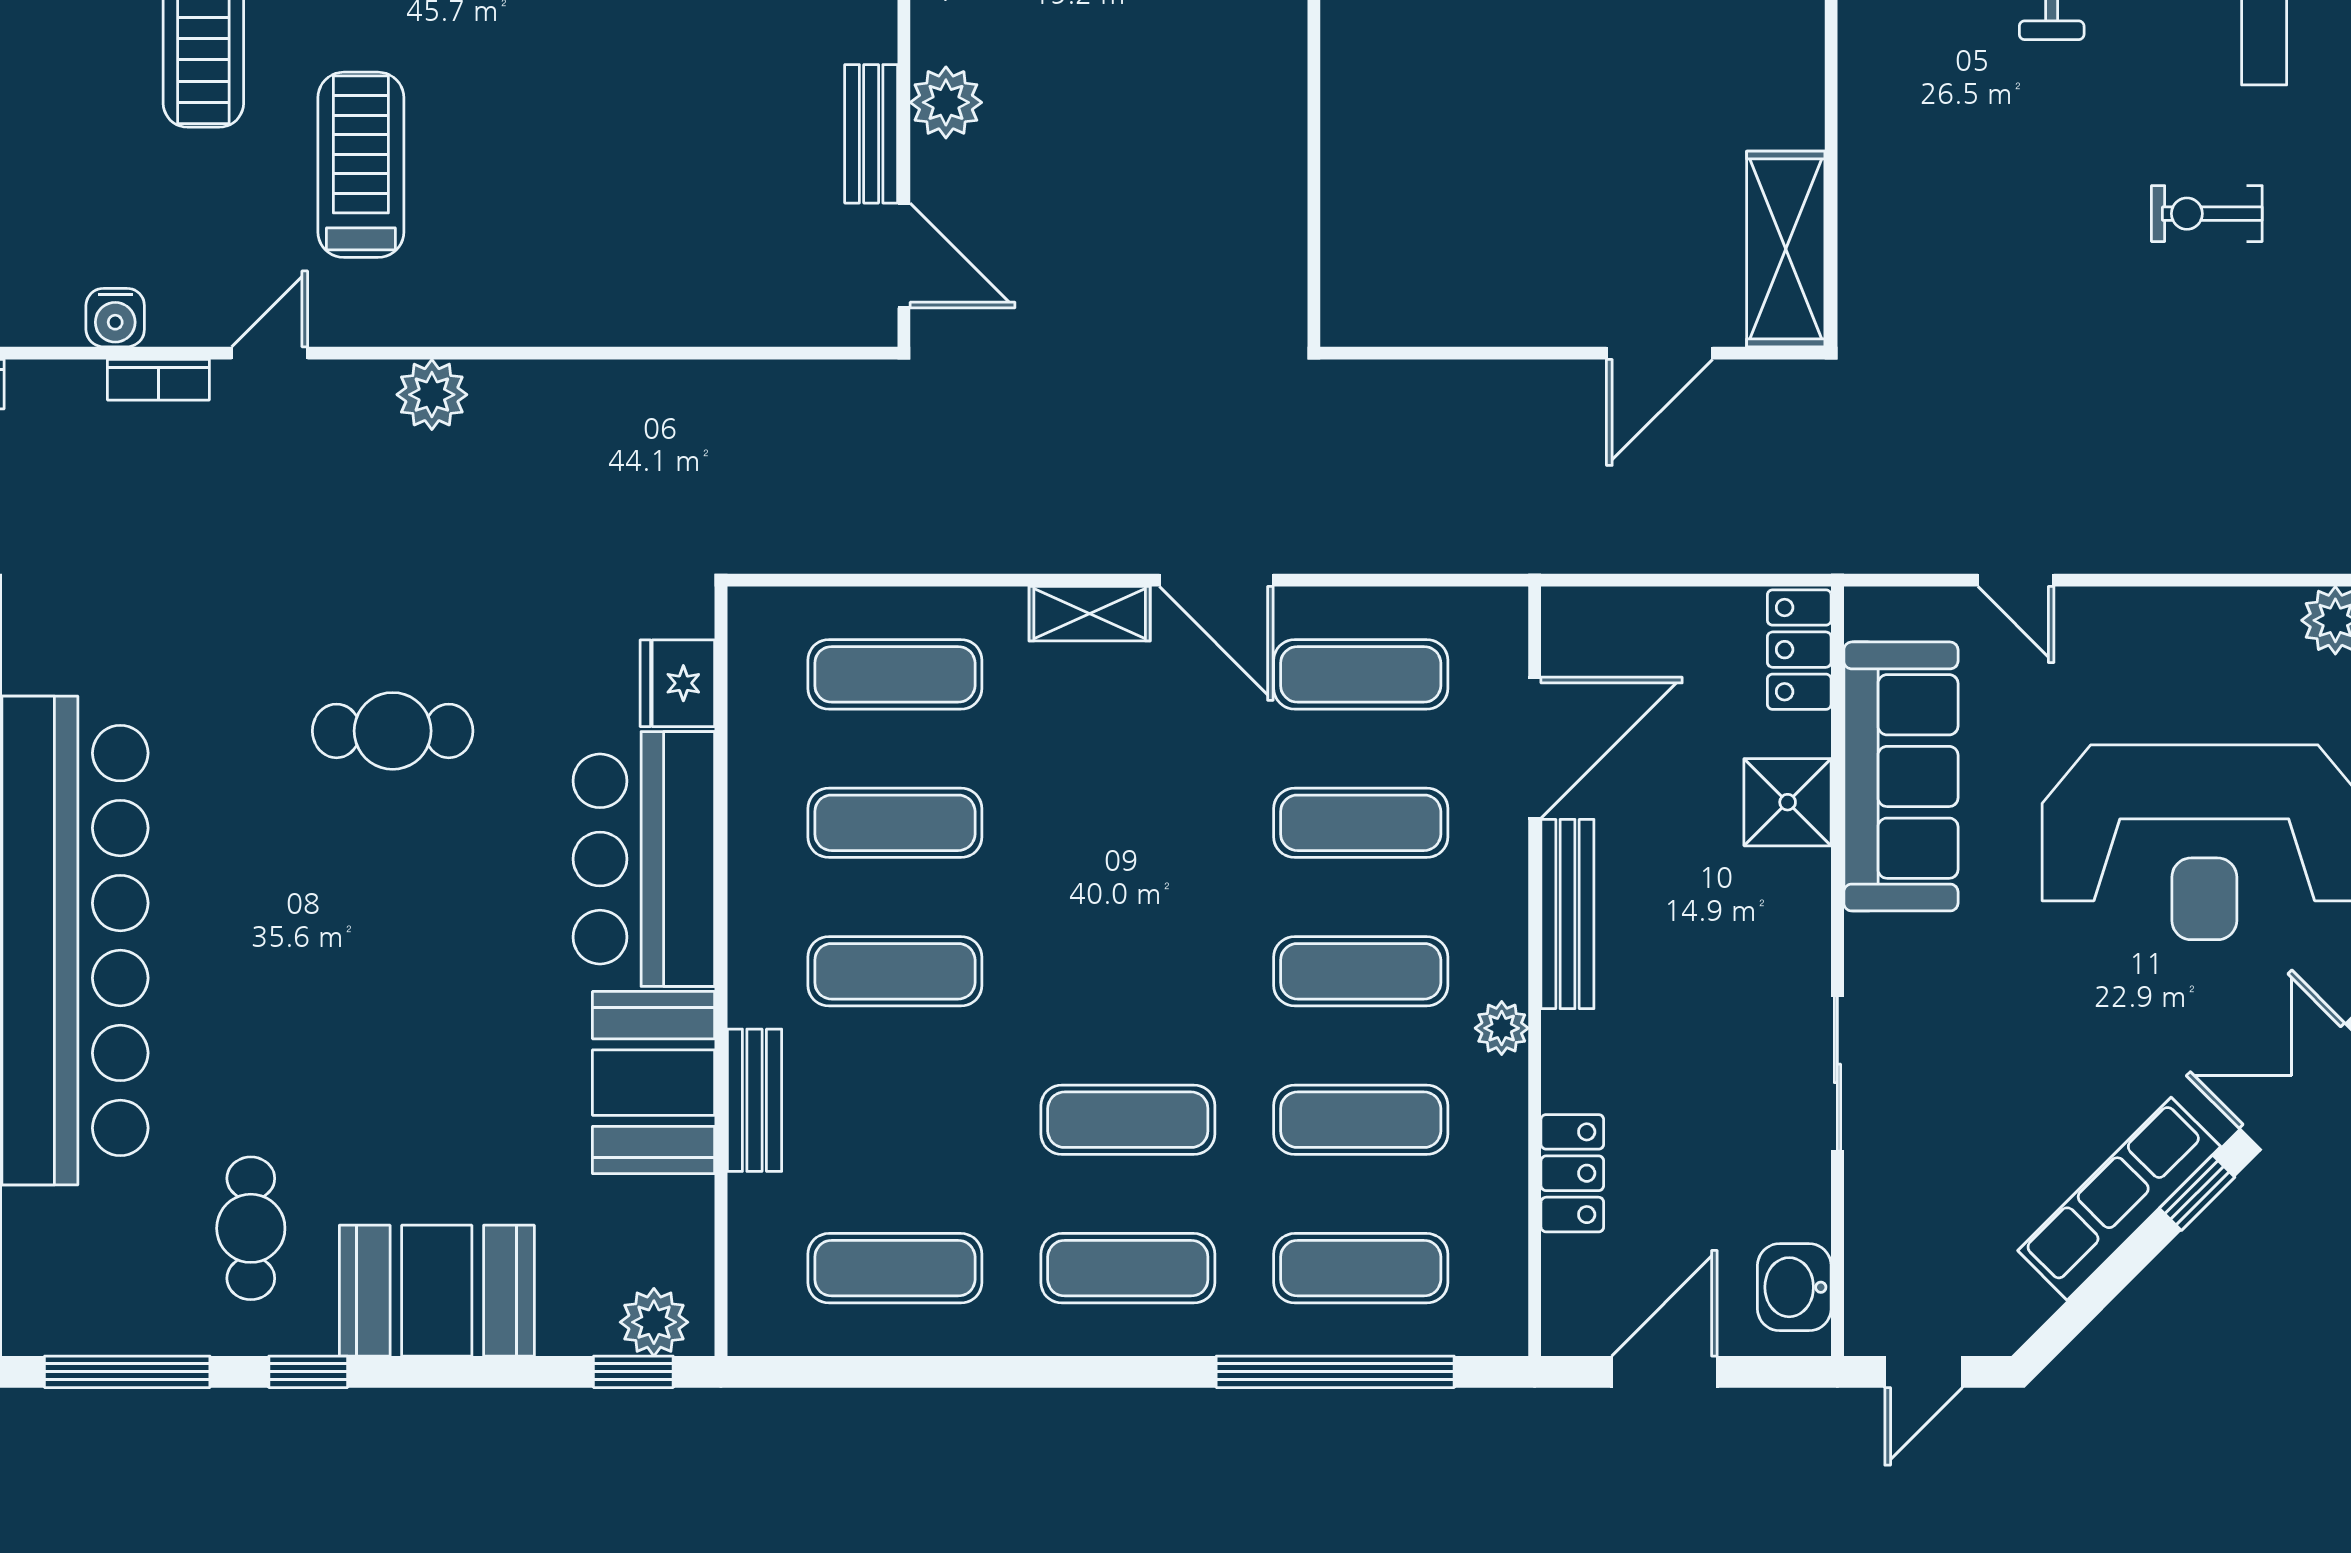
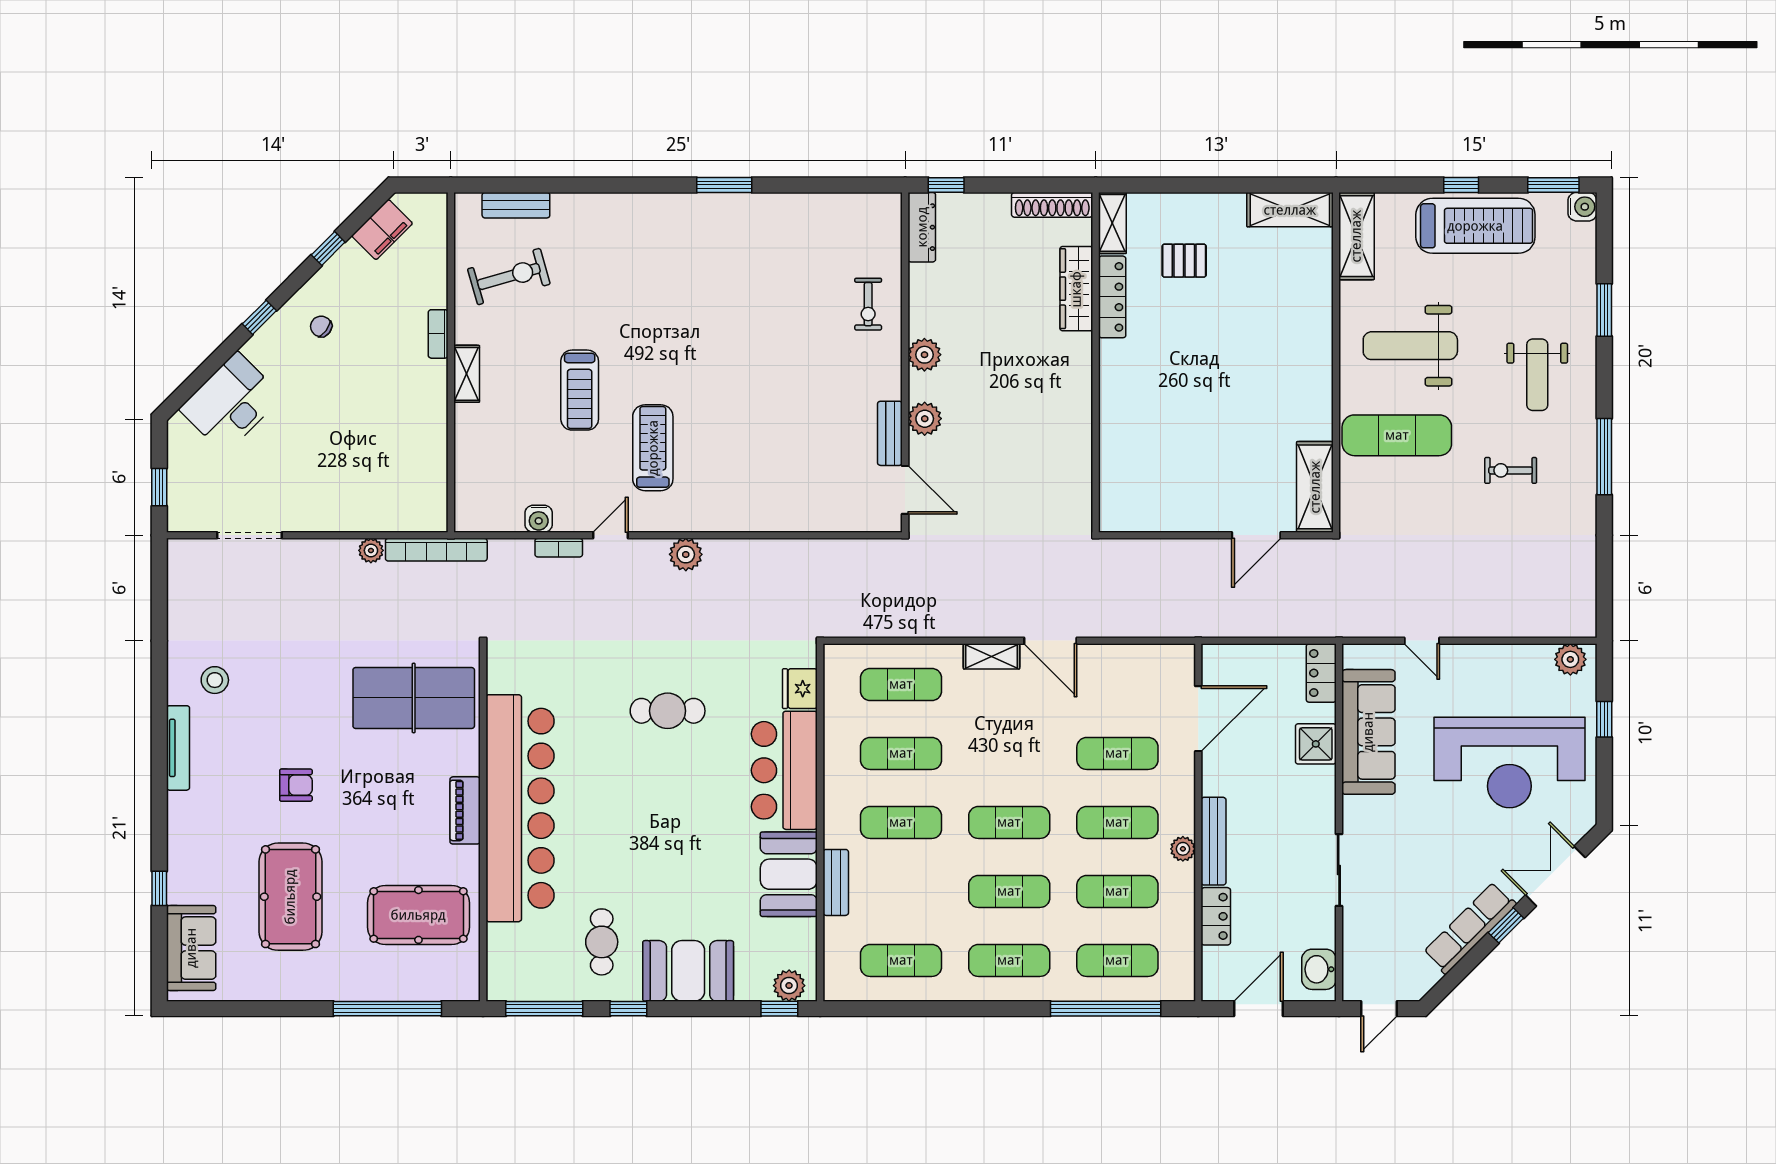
exercise mat: (1962, 138) -> (1397, 435), added
exercise mat: (1361, 674) -> (1009, 822), moved
bench: (1567, 914) -> (1214, 841), moved

